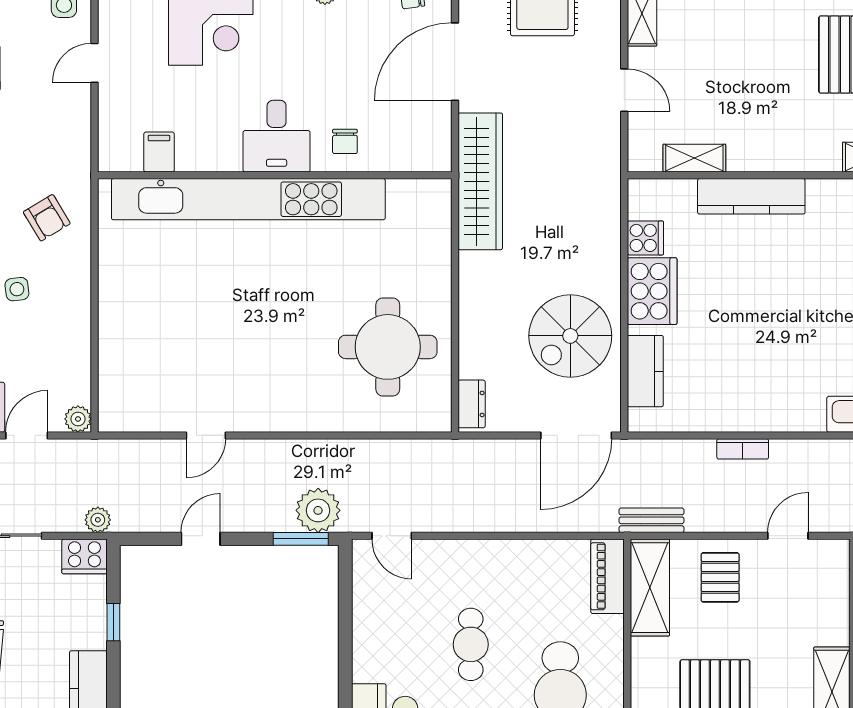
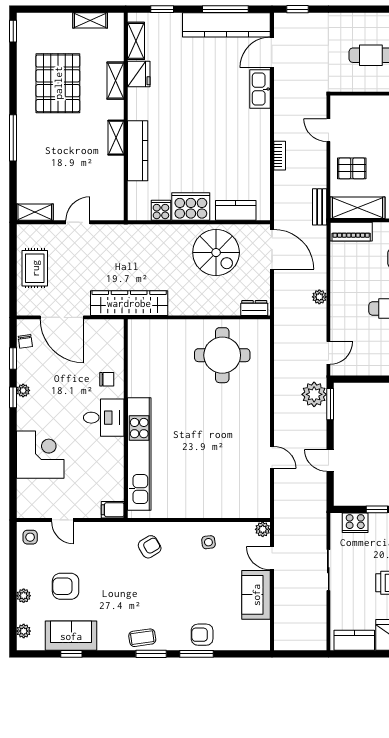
filing cabinet: (159, 152) -> (113, 510), moved
shelving: (694, 158) -> (116, 138), moved
kitchen unit: (248, 199) -> (139, 454), width x0.73
side table: (17, 289) -> (208, 542), moved
plant: (98, 520) -> (319, 297), moved
cooker: (84, 556) -> (355, 523), moved, turned 90

